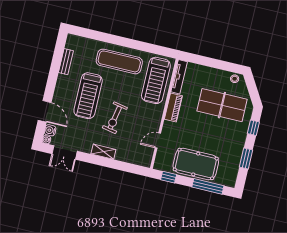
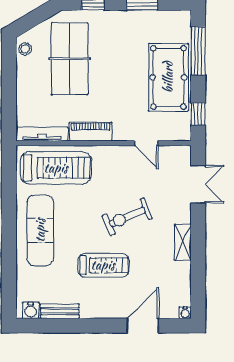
treadmill: (88, 96) -> (103, 265), width x0.73, depth x0.73
exercise bike: (115, 118) -> (127, 217), turned 146
water cooler: (50, 130) -> (31, 310), moved
shelving: (103, 152) -> (183, 242), moved
double door: (65, 153) -> (198, 184), moved

